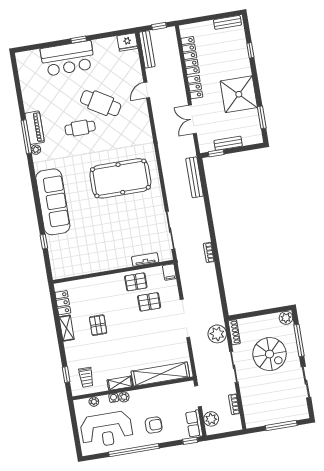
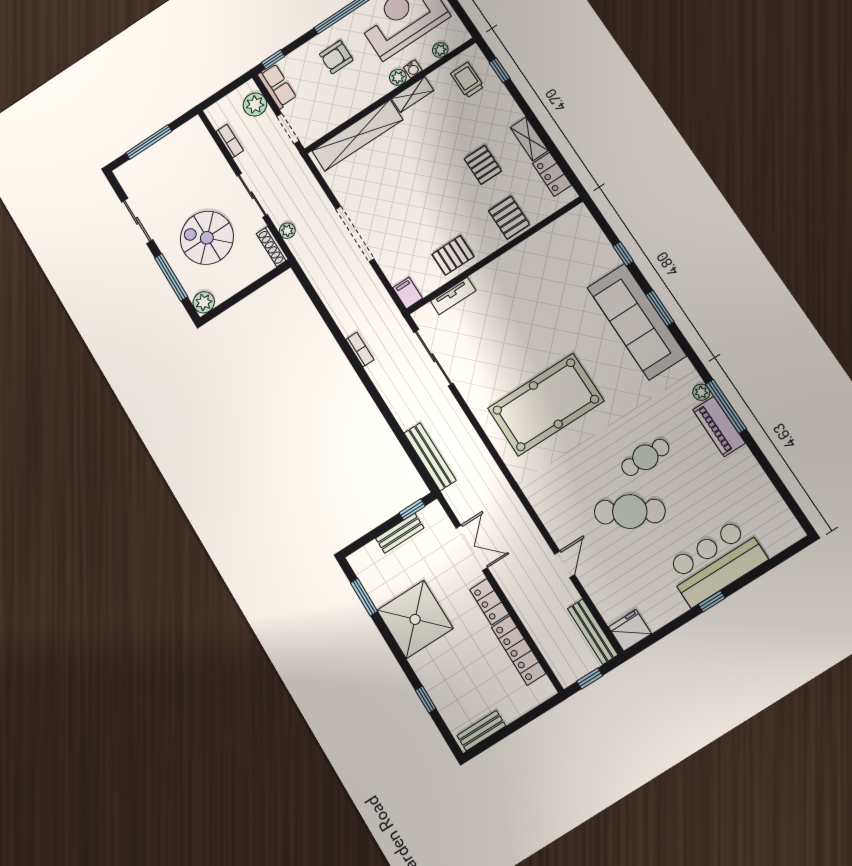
window: (37, 204) -> (660, 308), added
pallet: (149, 302) -> (509, 218), moved, turned 90
plant: (217, 334) -> (287, 231), width x0.53, depth x0.53

